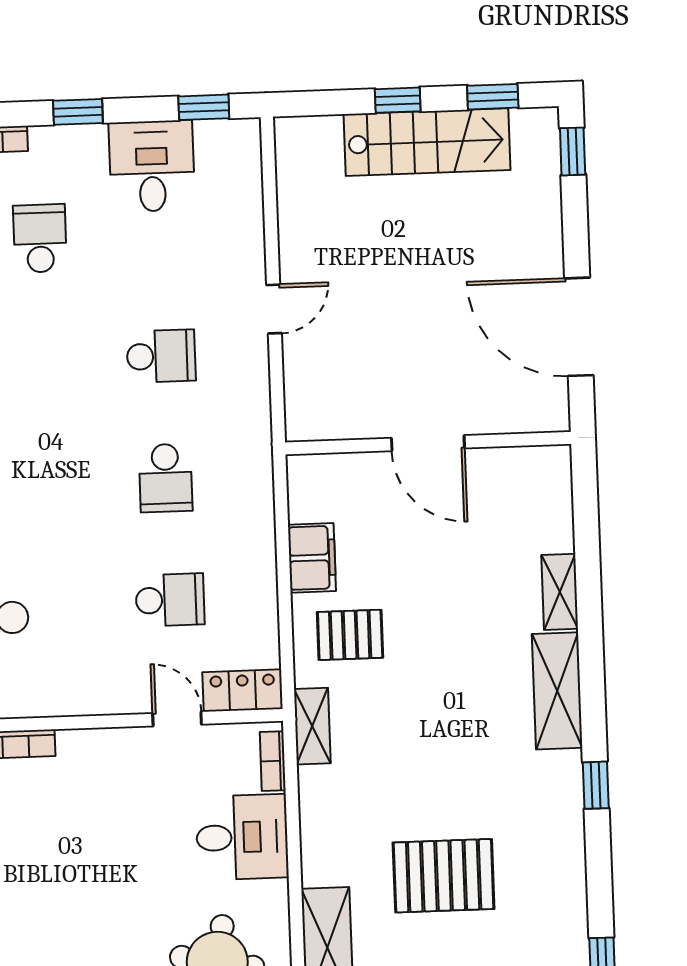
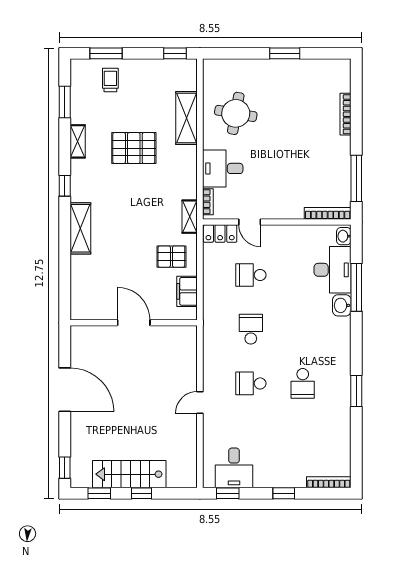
desk: (152, 166) -> (234, 468), moved
school desk: (40, 238) -> (303, 383), moved
door: (428, 443) -> (134, 323), moved
wall: (428, 443) -> (134, 323), moved
shelving: (560, 592) -> (78, 141), moved

